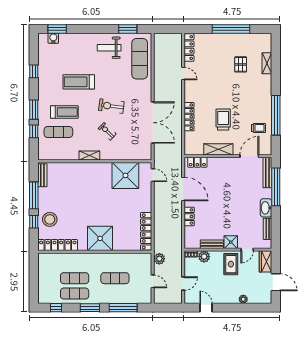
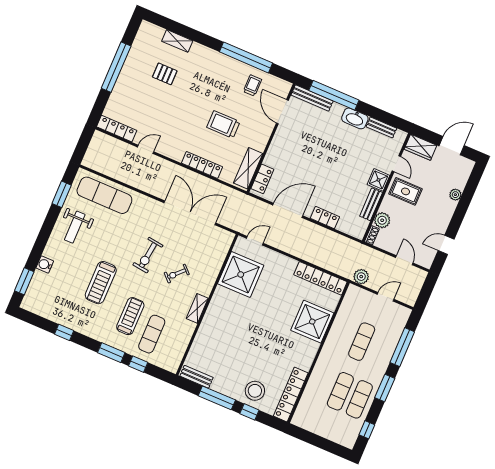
water cooler: (53, 38) -> (45, 265), moved
shelving: (218, 149) -> (248, 168), moved
shower: (100, 238) -> (312, 322), moved

